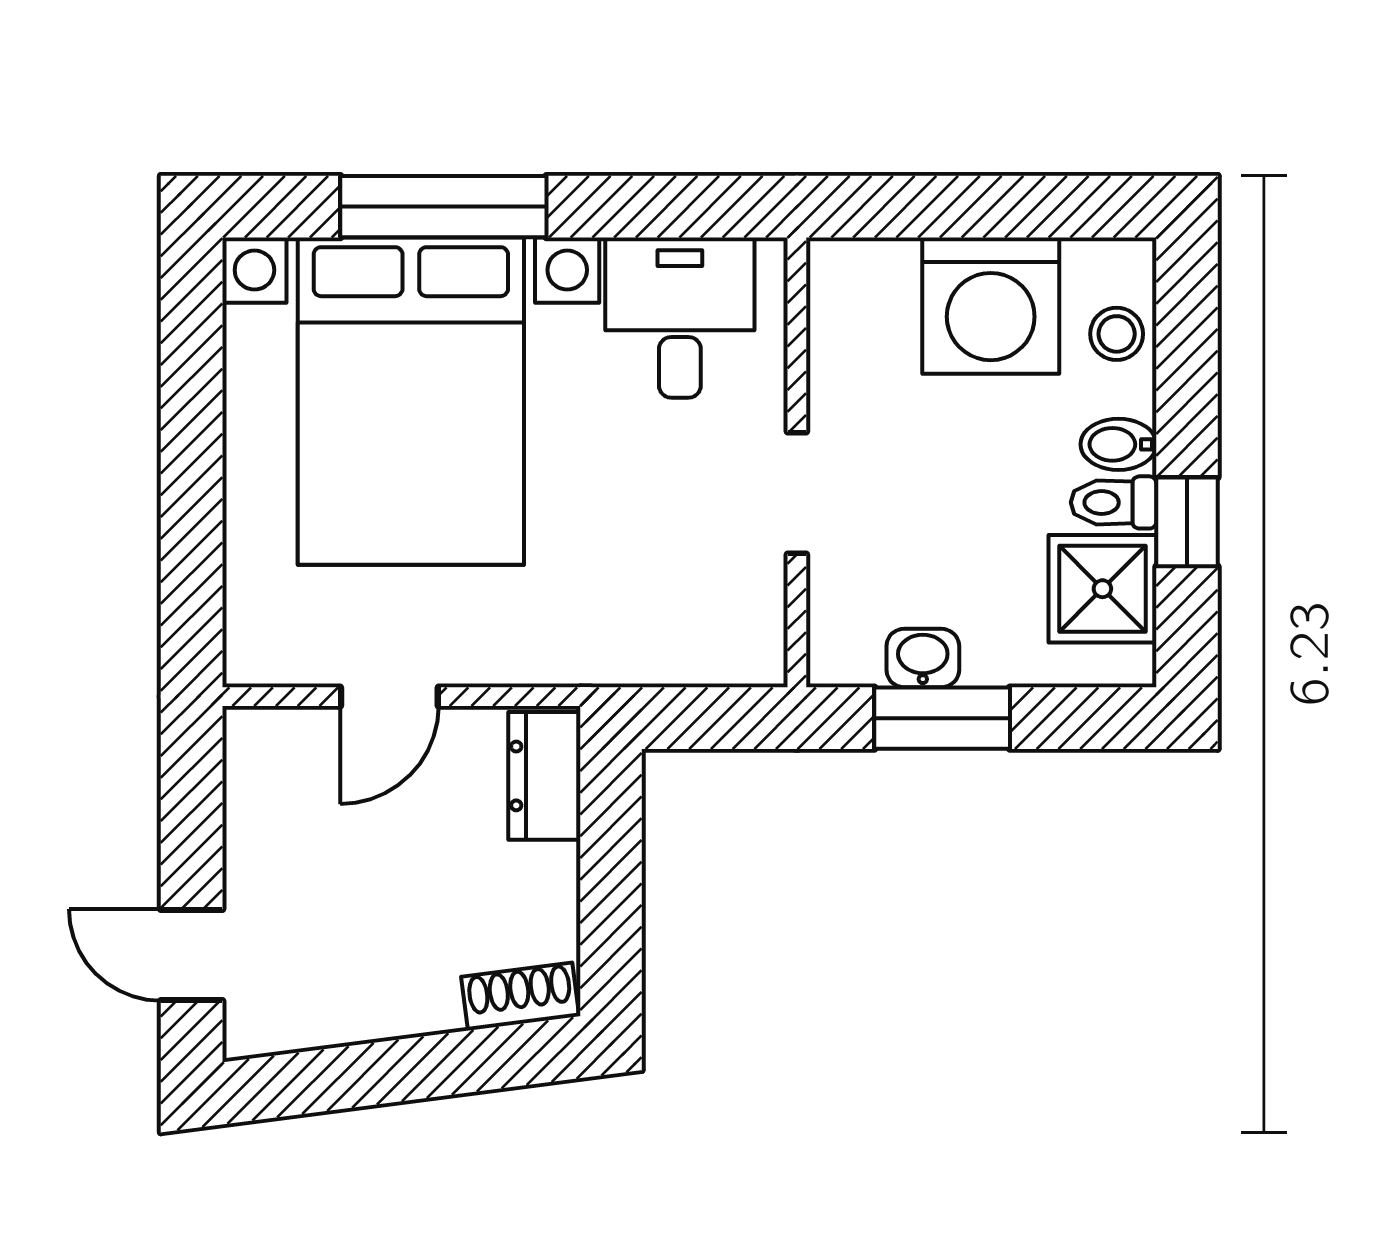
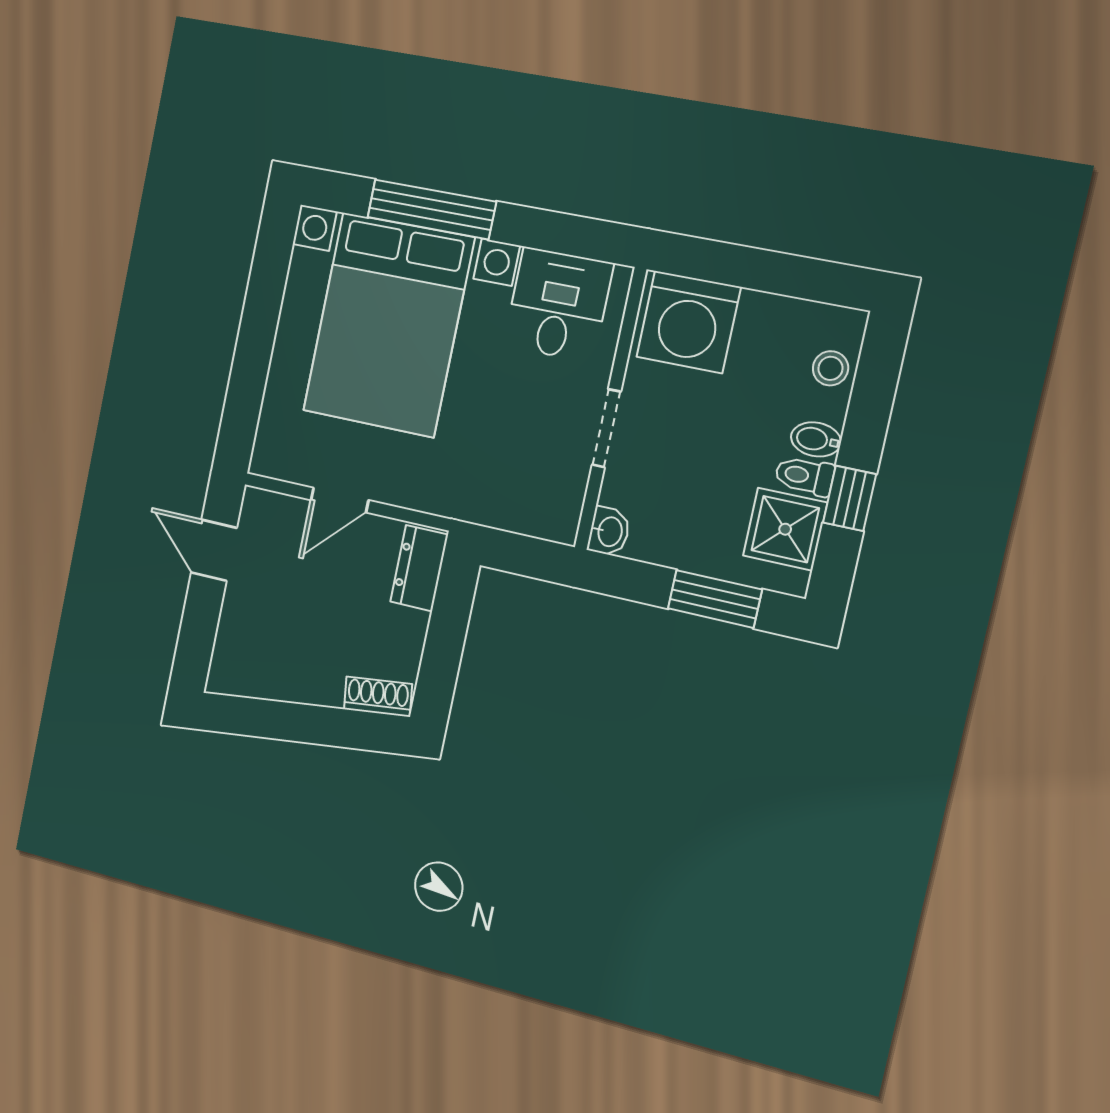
washing machine: (991, 306) -> (689, 322), moved
washbasin: (923, 658) -> (609, 531), moved, turned 90
window: (942, 718) -> (715, 599), moved
door: (192, 955) -> (214, 550), moved

